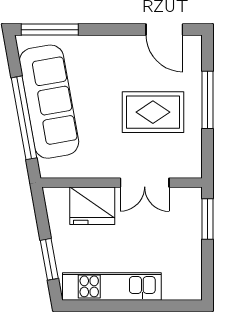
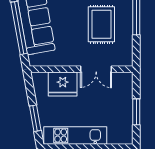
rug: (153, 112) -> (101, 24), turned 90
window: (207, 219) -> (136, 112), moved

